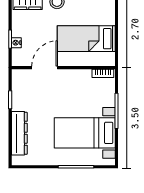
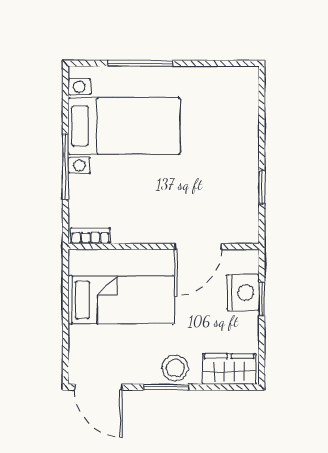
nightstand: (16, 43) -> (243, 292), width x1.89, depth x1.79
dresser: (19, 133) -> (245, 125), removed

